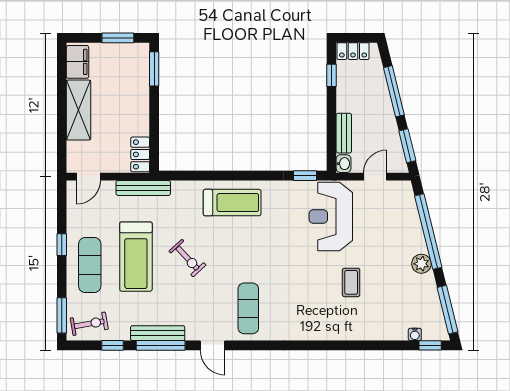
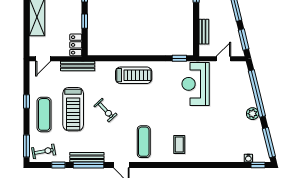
window: (154, 117) -> (85, 21), added
washbasin: (344, 164) -> (204, 51), removed
coffee table: (351, 282) -> (179, 144), moved

